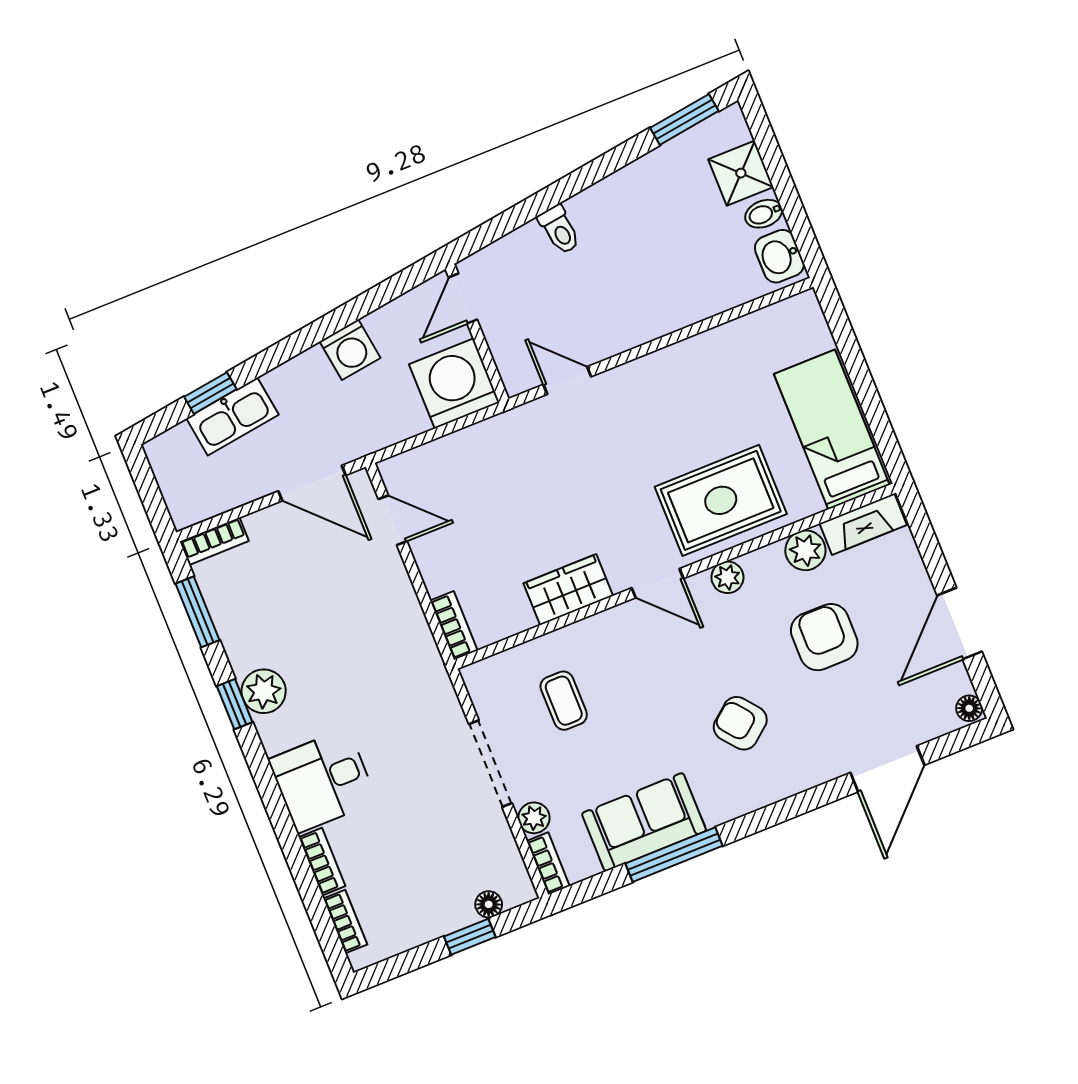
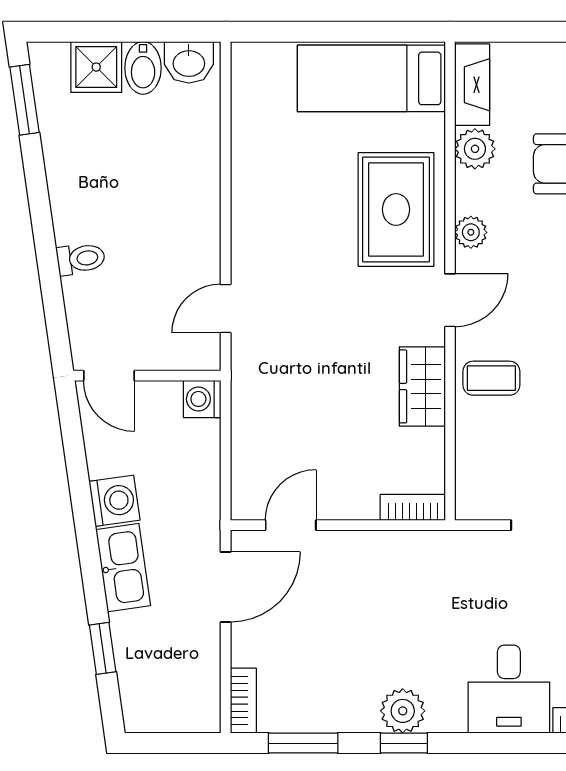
bidet: (764, 214) -> (143, 68), width x1.38, depth x1.36
washing machine: (454, 383) -> (202, 399), width x0.53, depth x0.53
kitchen sink: (232, 416) -> (123, 568), moved
coffee table: (564, 701) -> (491, 378), moved

